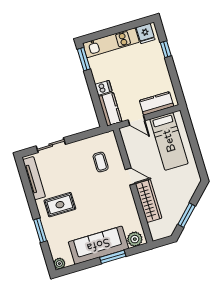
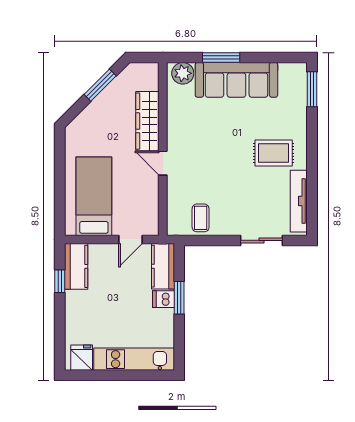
window: (166, 49) -> (60, 281), moved
window: (84, 59) -> (179, 298), moved
kitchen counter: (156, 103) -> (76, 266), moved, turned -90
door: (137, 120) -> (131, 240), swing flipped
coffee table: (101, 162) -> (201, 218), moved
window: (40, 230) -> (312, 89), moved
plant: (59, 264) -> (299, 71), removed

